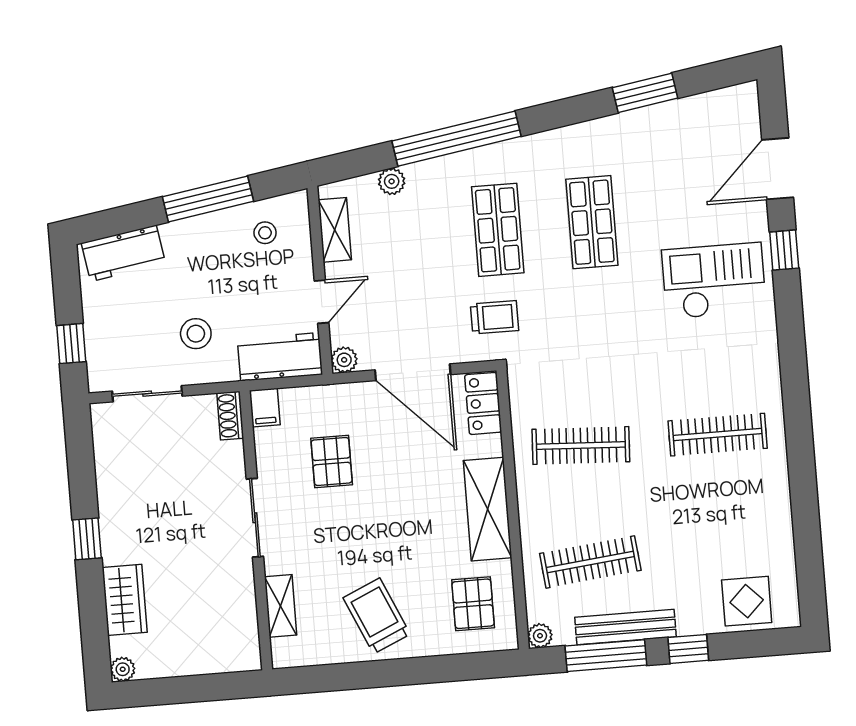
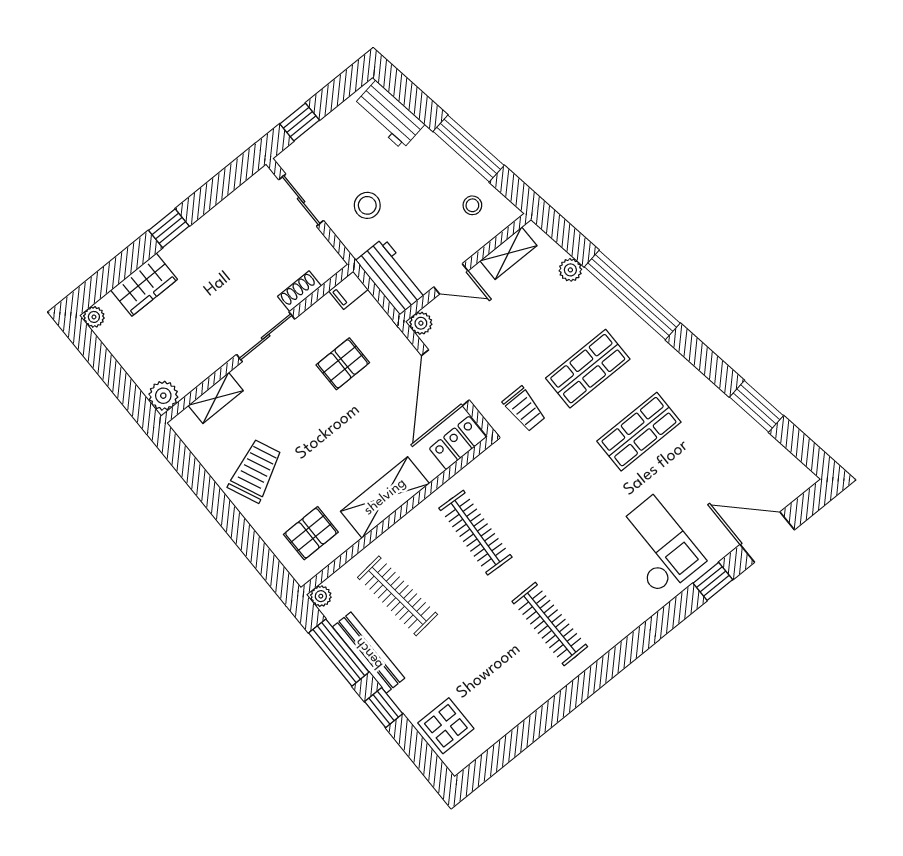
shoe rack: (230, 416) -> (299, 291), moved
plant: (244, 655) -> (163, 396), added

